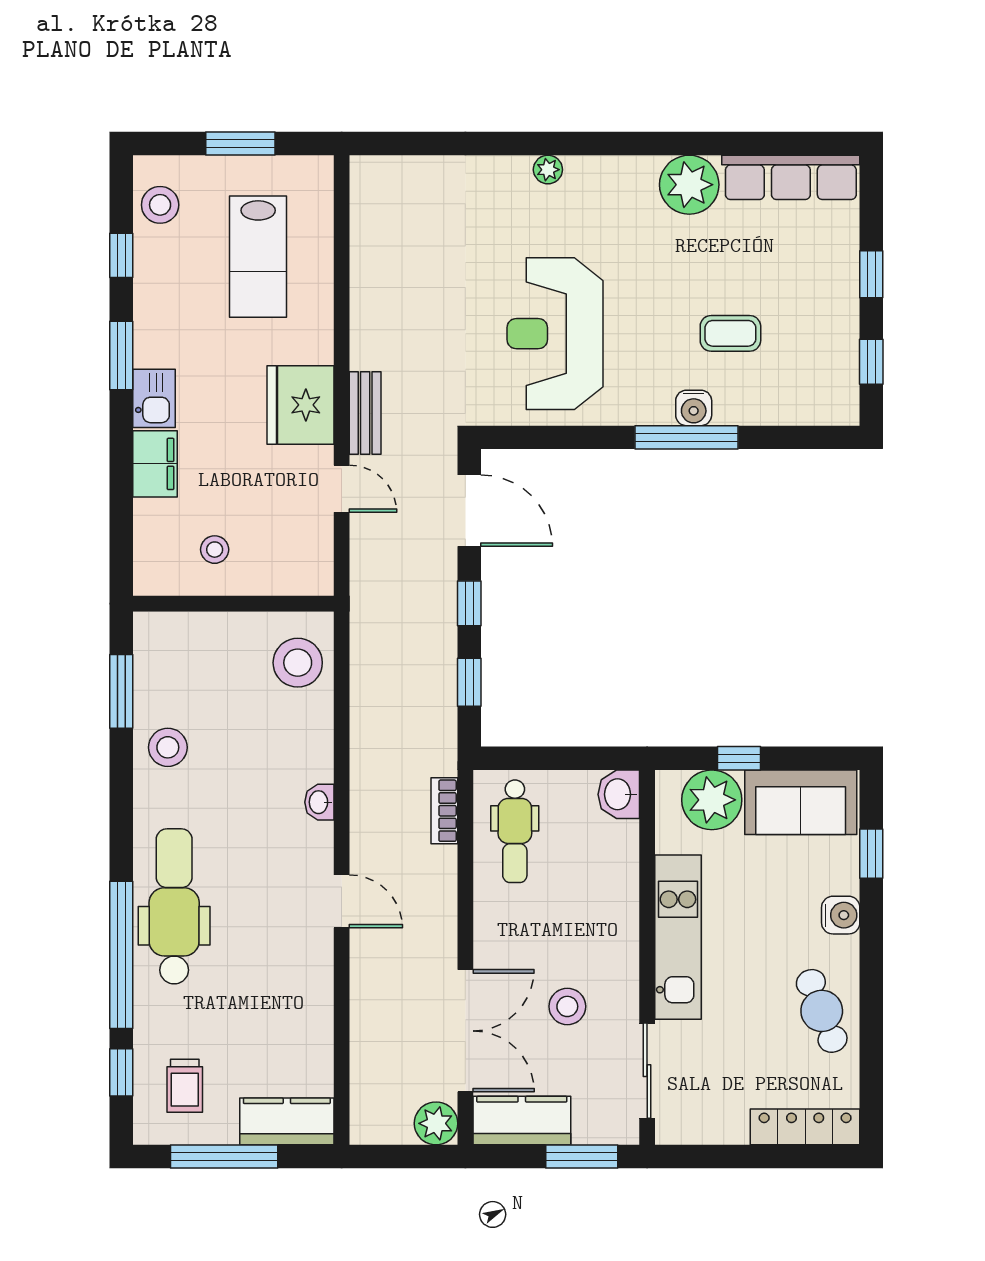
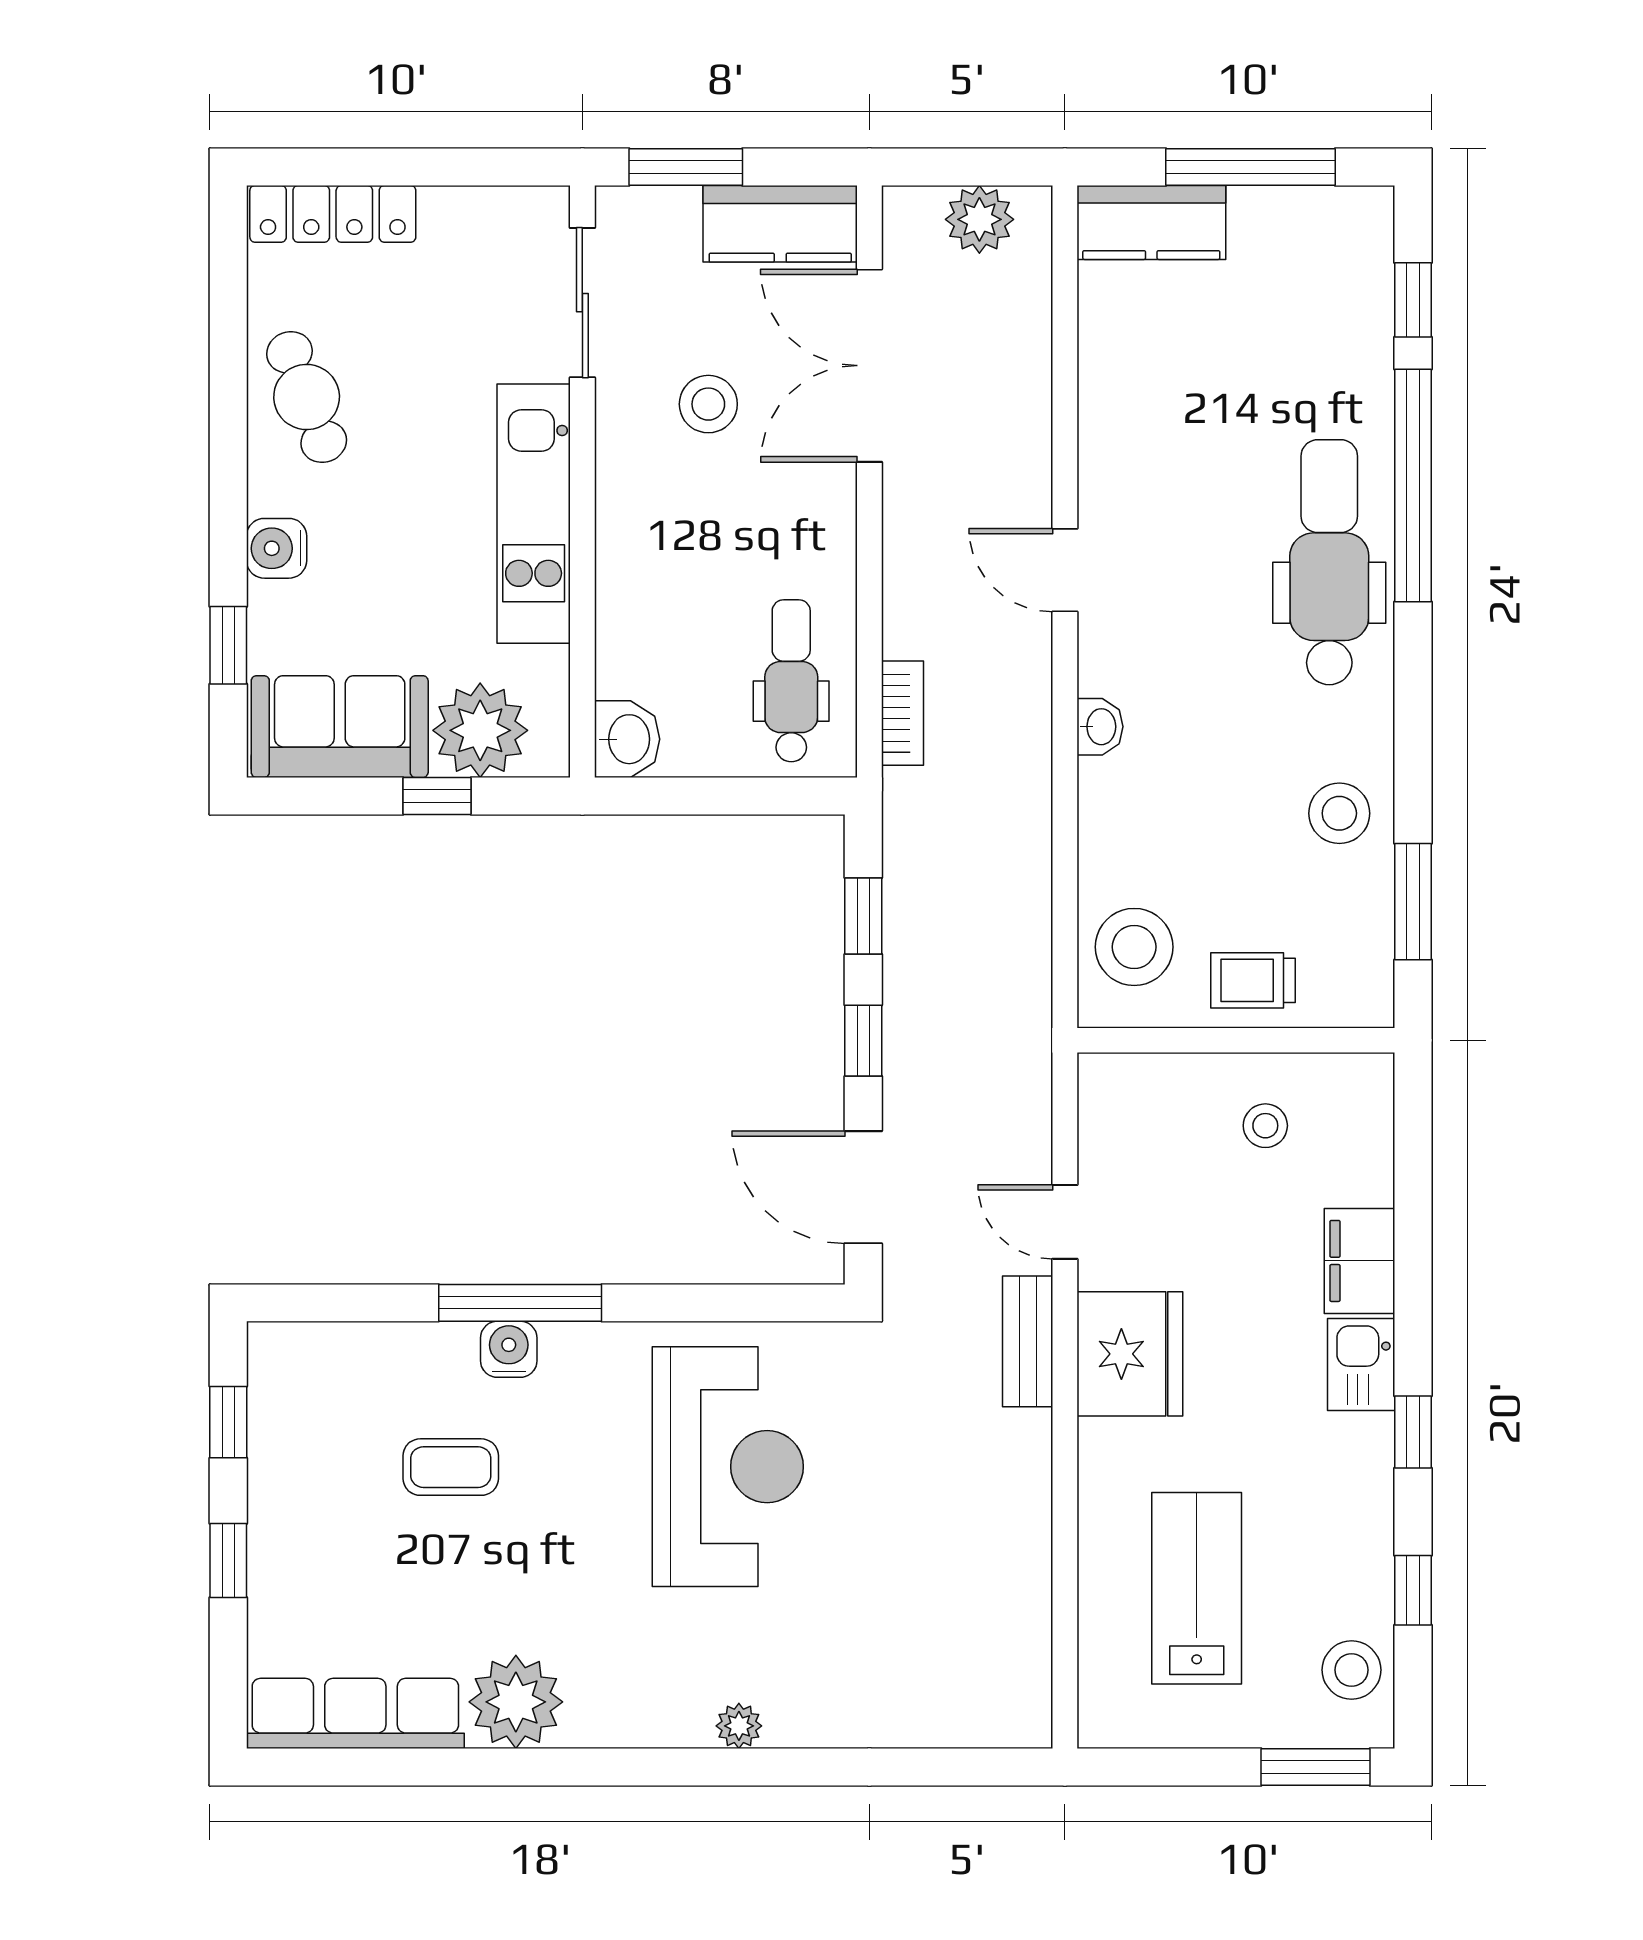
window: (240, 143) -> (1316, 1767), moved
window: (121, 356) -> (1413, 1432), width x0.67
dental chair: (174, 906) -> (1329, 562), turned 180
trolley: (185, 1086) -> (1253, 980), moved, turned -90
plant: (436, 1123) -> (979, 219), moved

